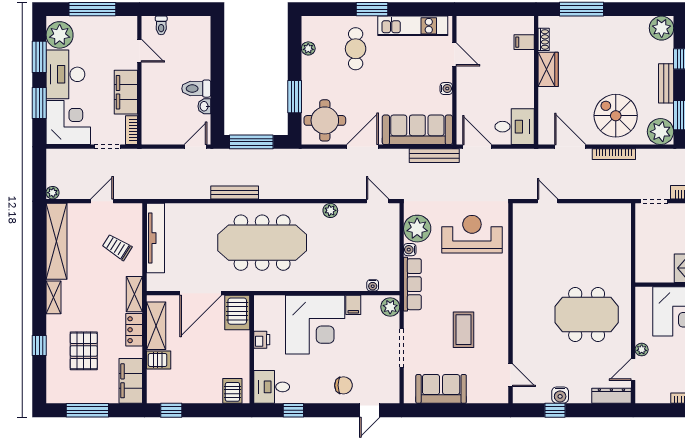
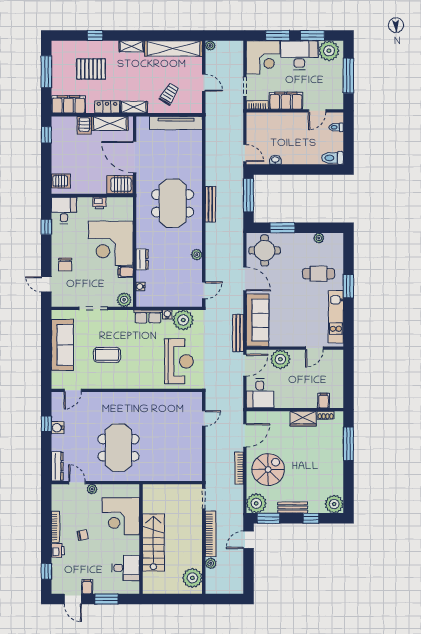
toilet: (196, 89) -> (332, 158), moved, turned -90
water cooler: (446, 89) -> (289, 342), removed
plant: (469, 99) -> (280, 359), added
bench: (235, 192) -> (210, 204), moved
meeting table: (262, 243) -> (173, 203), width x0.73
dresser: (337, 283) -> (142, 259), added
row of seats: (412, 284) -> (148, 316), width x0.68
sofa: (441, 389) -> (62, 345), width x1.36

